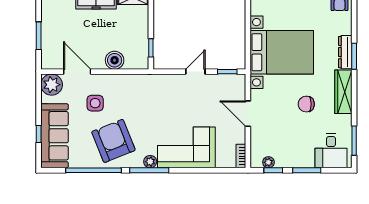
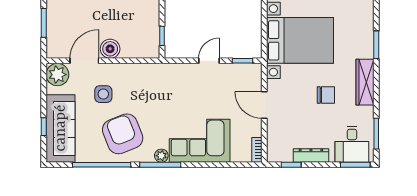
dresser: (345, 52) -> (311, 155), moved, turned 90
boiler: (115, 60) -> (110, 49), moved
door: (77, 72) -> (84, 61), hinge flipped
chair: (306, 104) -> (326, 95), turned 180
plant: (268, 162) -> (286, 156), removed
window: (307, 170) -> (355, 165), moved

